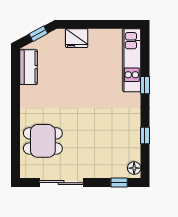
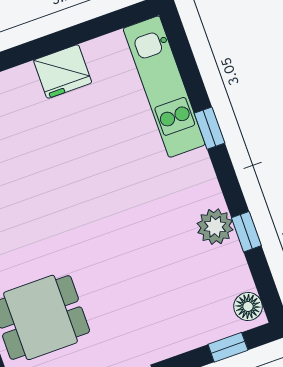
fridge: (77, 38) -> (63, 72), moved
plant: (132, 129) -> (215, 227), added

